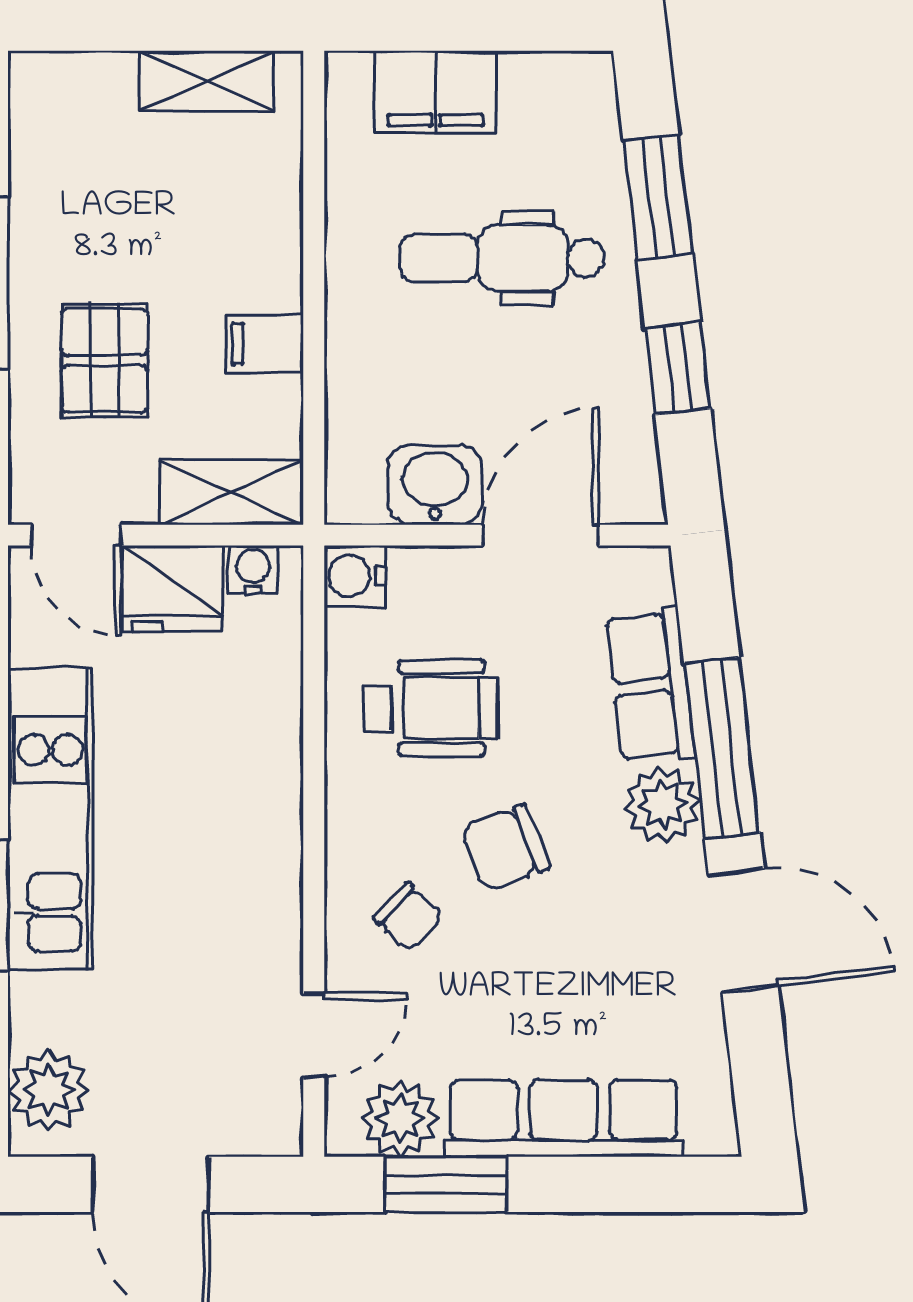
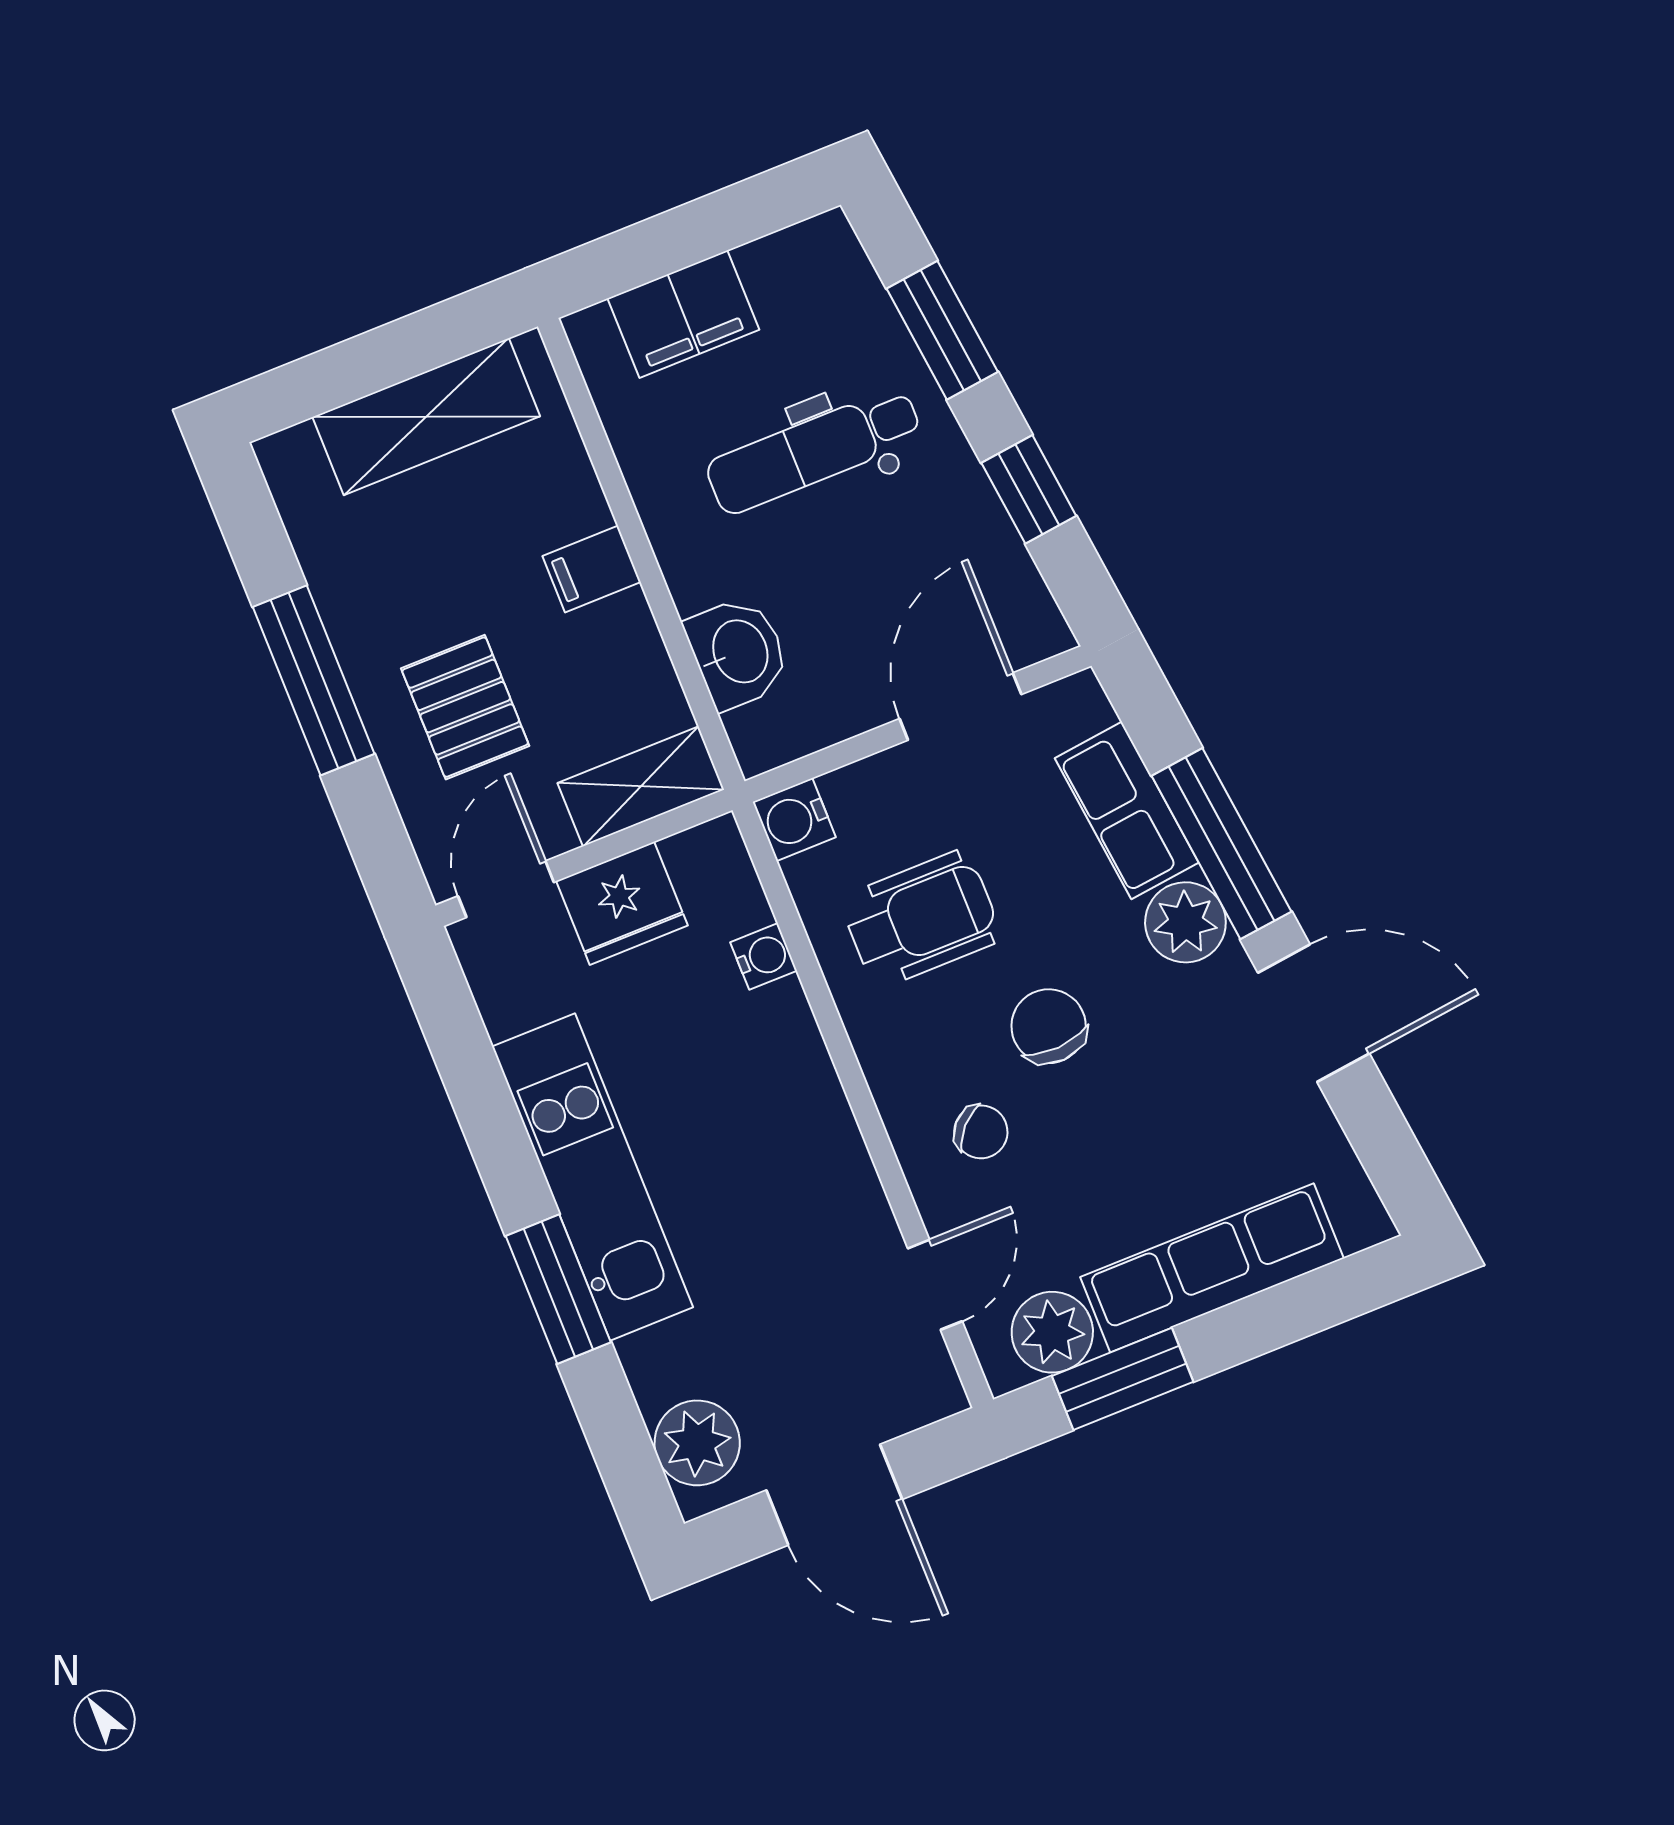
shelving: (207, 81) -> (426, 417), width x1.50, depth x1.33
filing cabinet: (265, 344) -> (592, 569), moved
washbasin: (435, 485) -> (738, 652), moved, turned 90
door: (76, 535) -> (506, 889), swing flipped
water cooler: (253, 570) -> (764, 956), moved, turned 90
chair: (505, 848) -> (1049, 1026), turned 108

